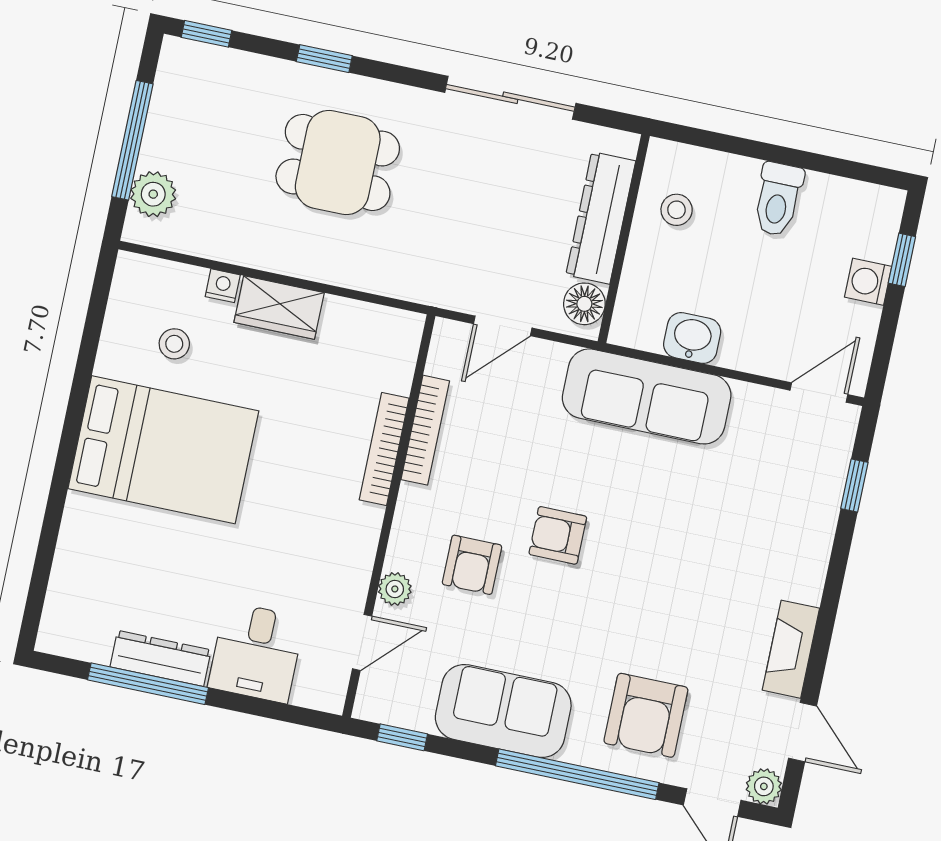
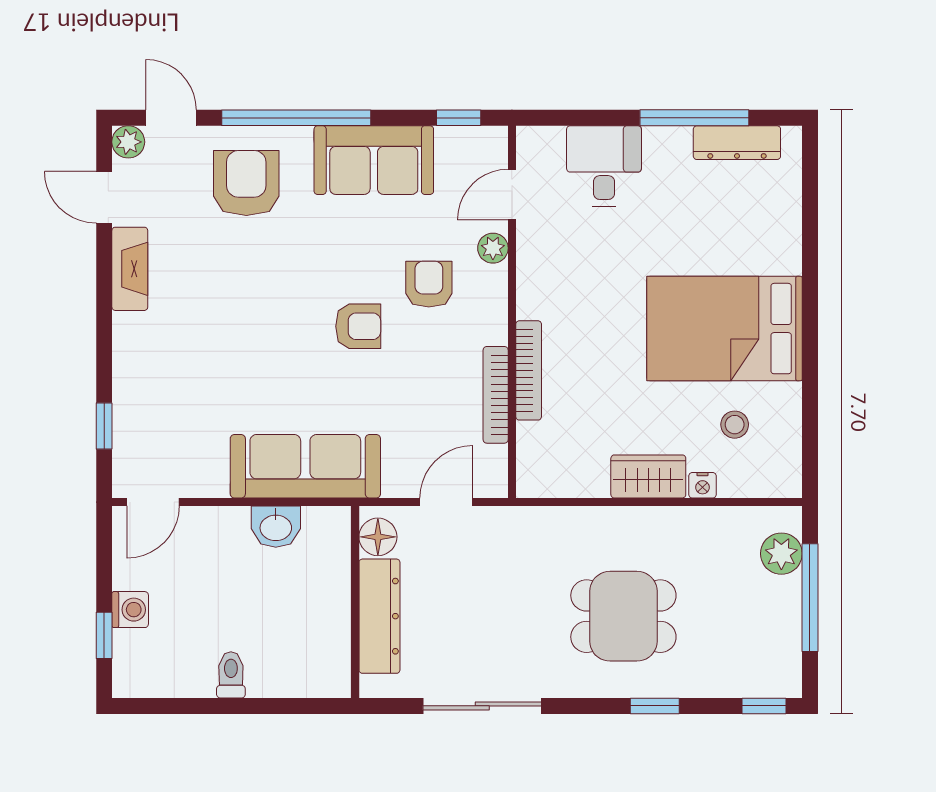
toilet: (778, 199) -> (231, 675), width x0.73, depth x0.72
stool: (677, 210) -> (314, 638), removed
dresser: (161, 658) -> (737, 143), moved

